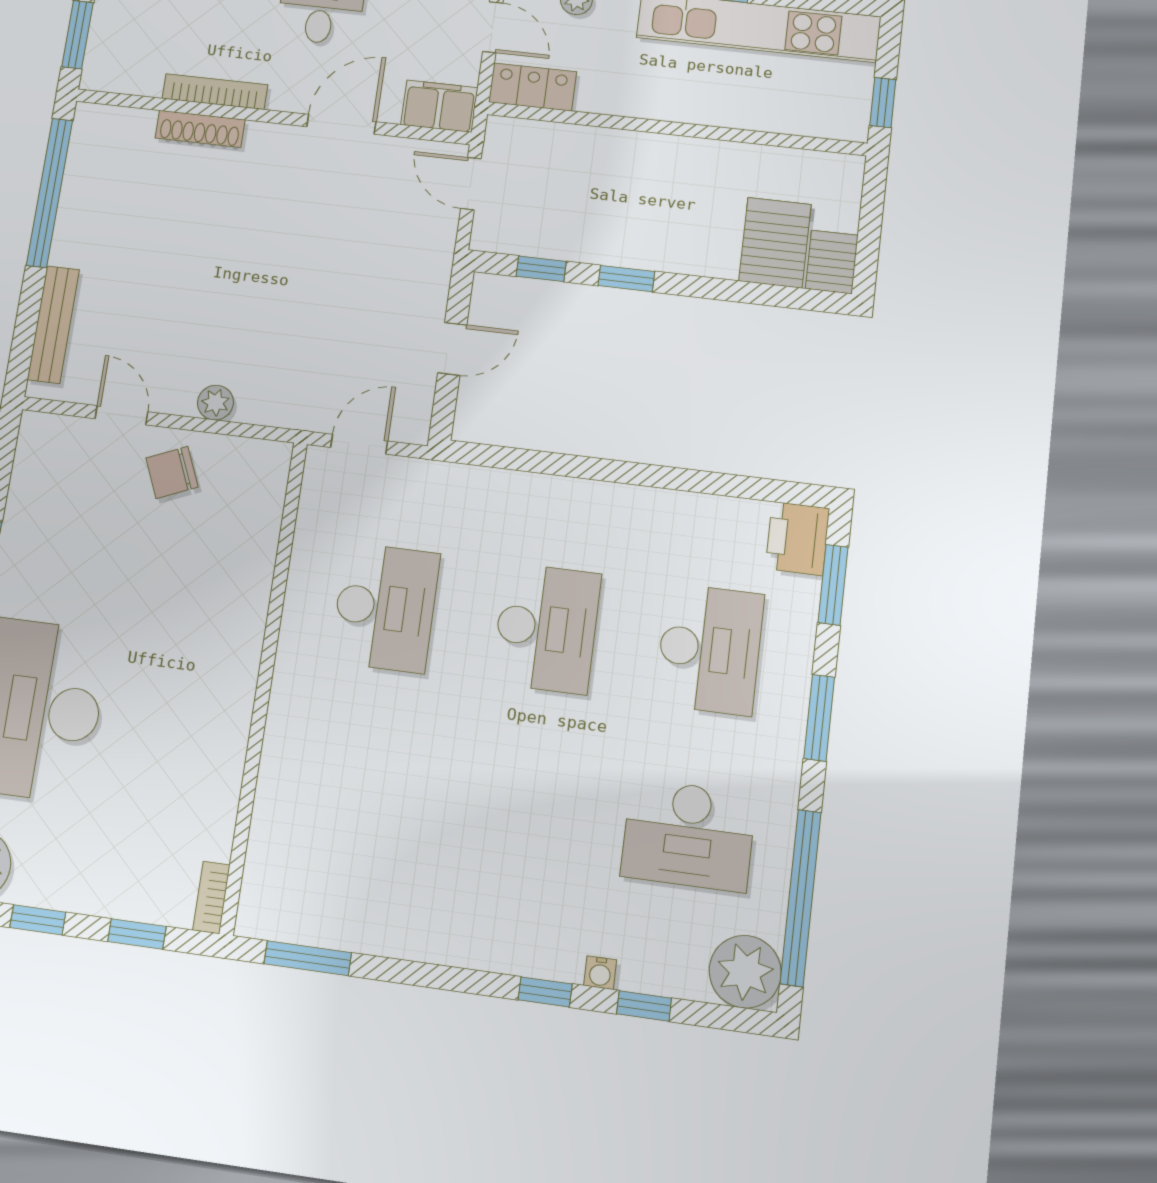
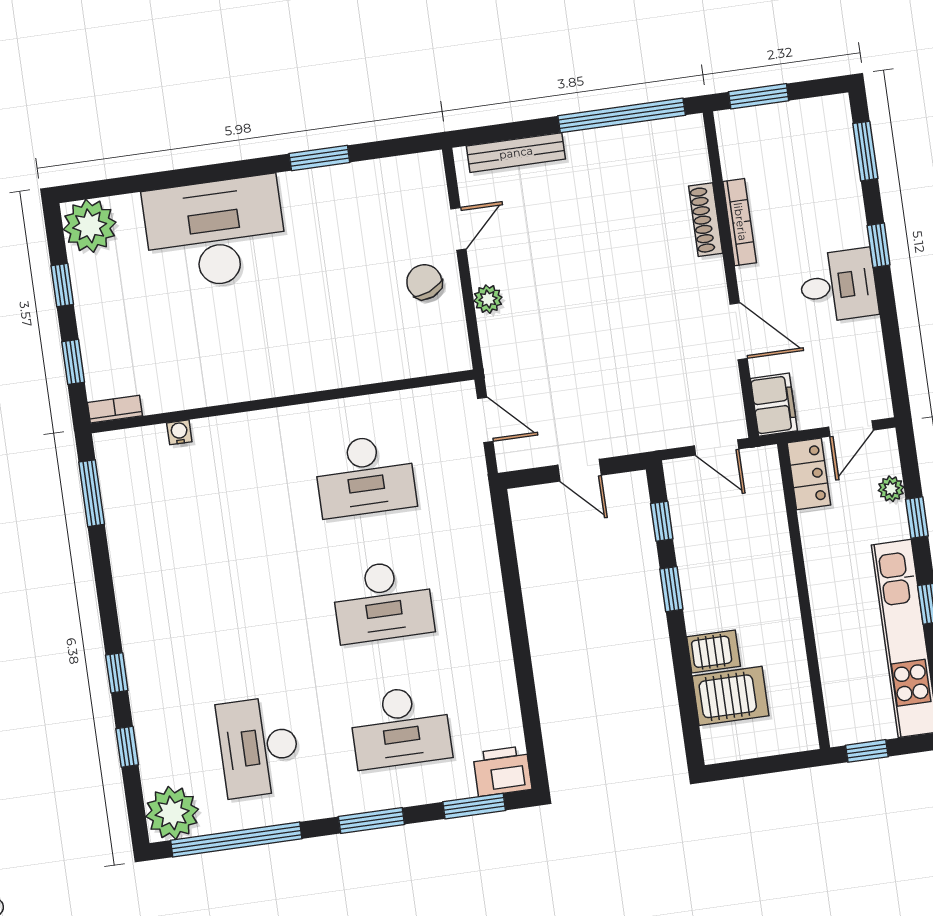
door: (471, 184) -> (716, 447), swing flipped
server rack: (832, 262) -> (714, 652), moved
water cooler: (600, 973) -> (179, 432), moved, turned 90

